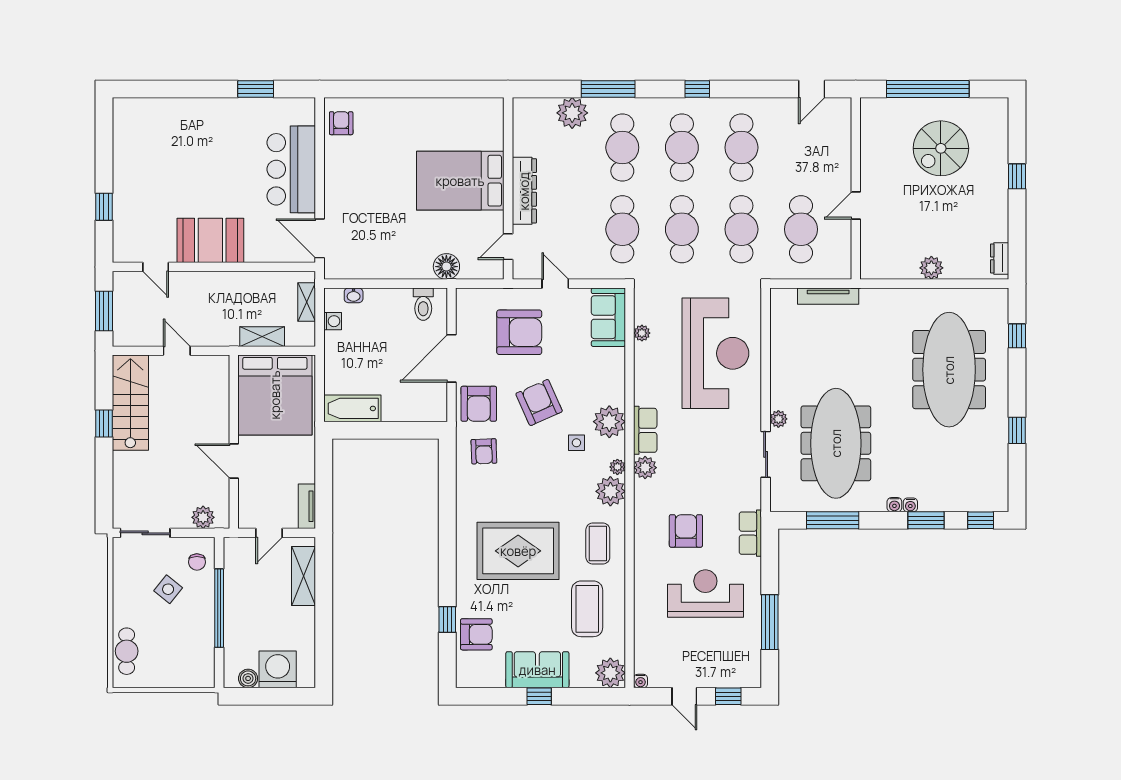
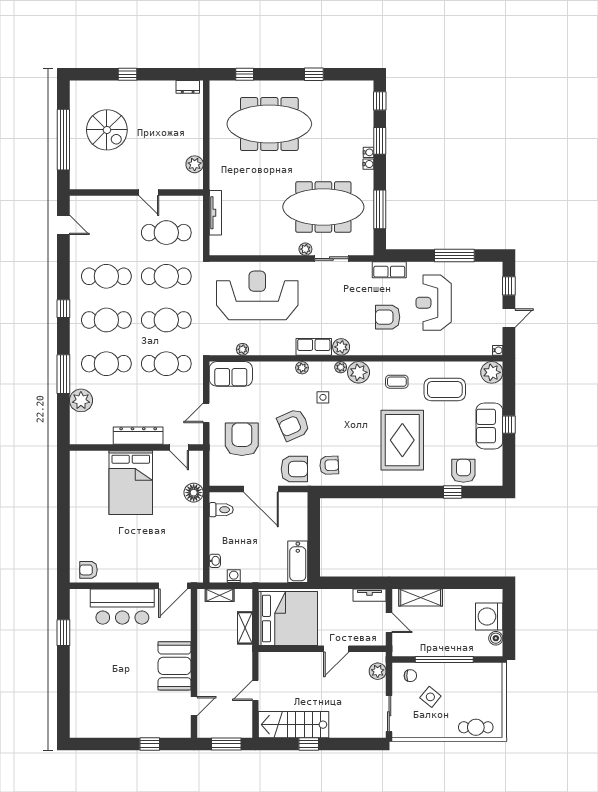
plant: (931, 268) -> (195, 164), moved
plant: (609, 422) -> (302, 368), width x0.53, depth x0.53
coffee table: (598, 543) -> (397, 382), width x0.73, depth x0.77

